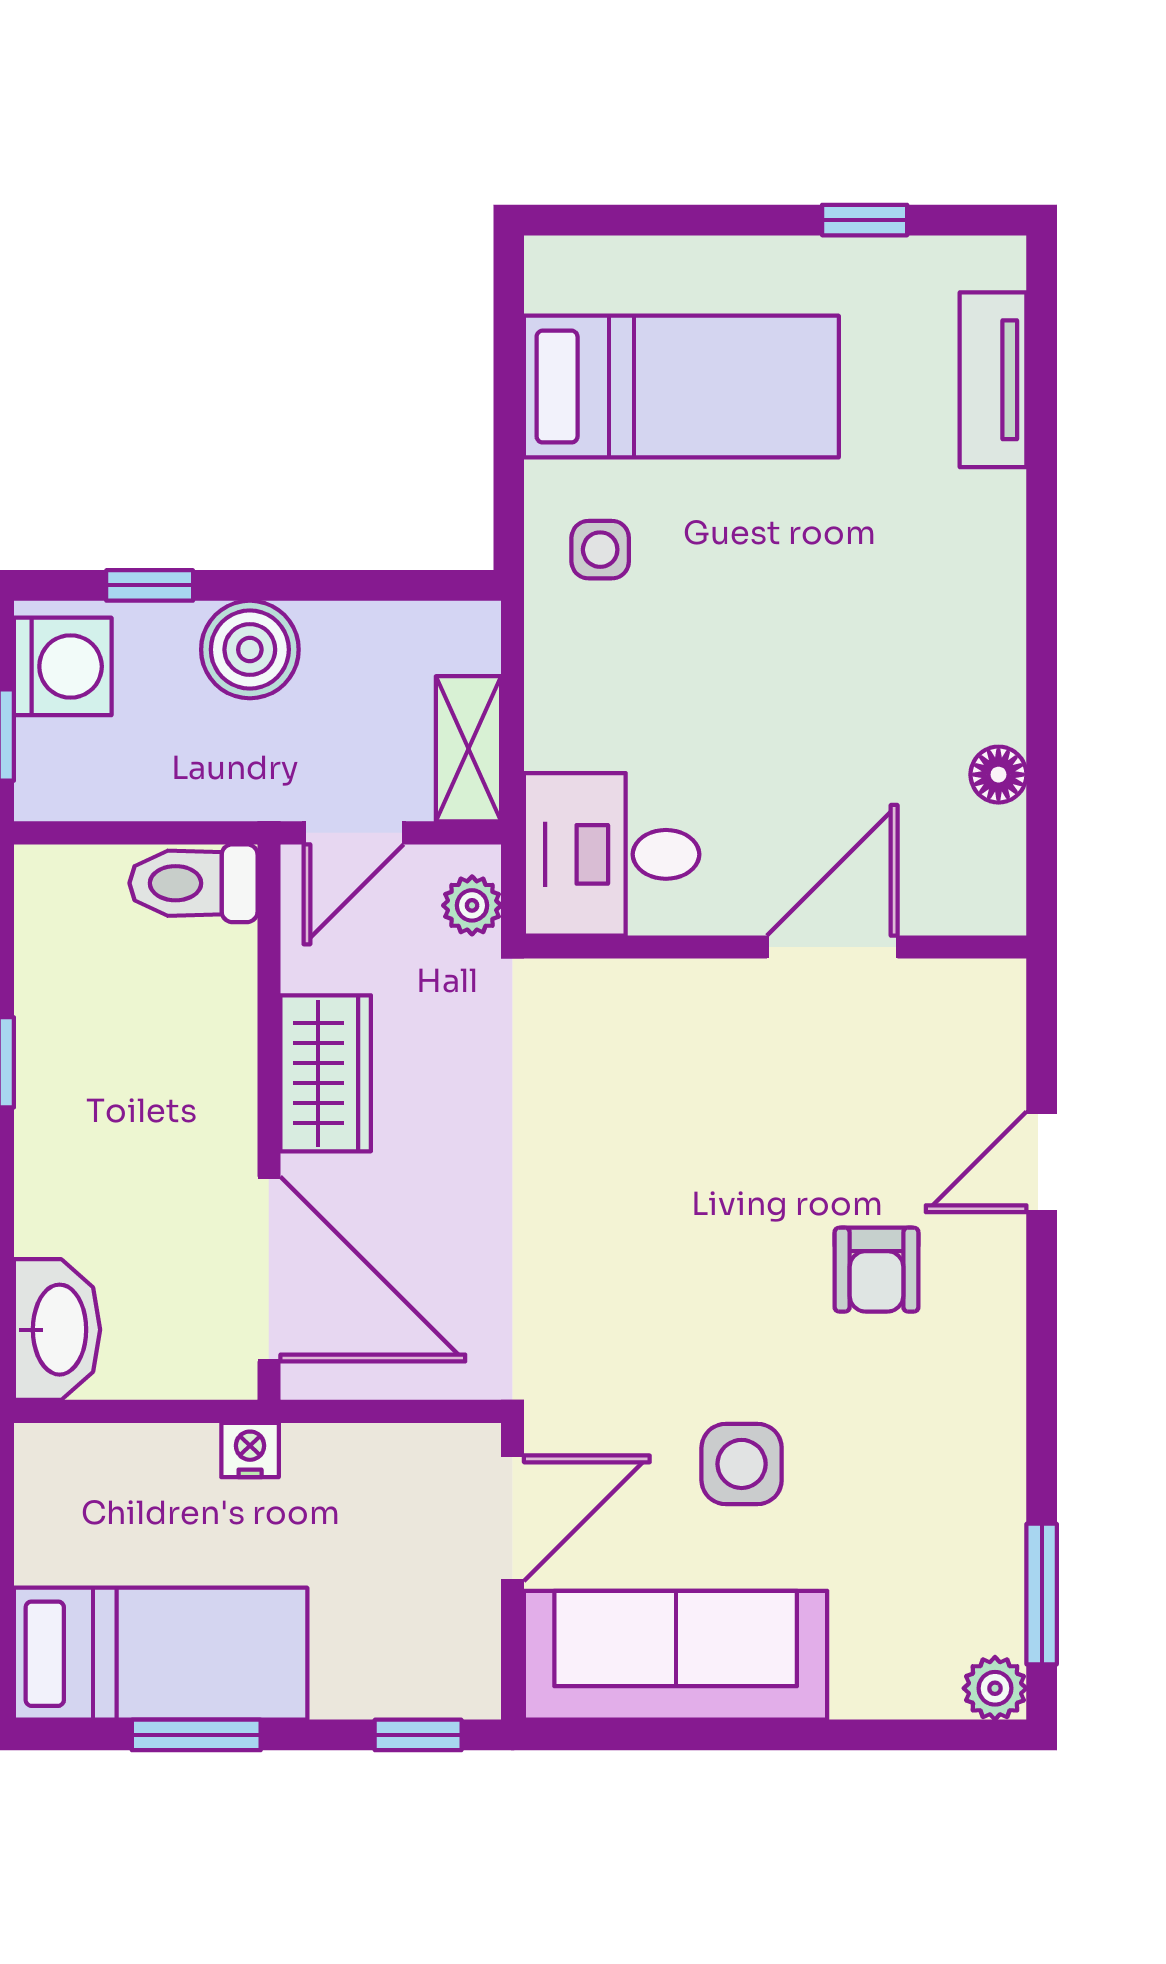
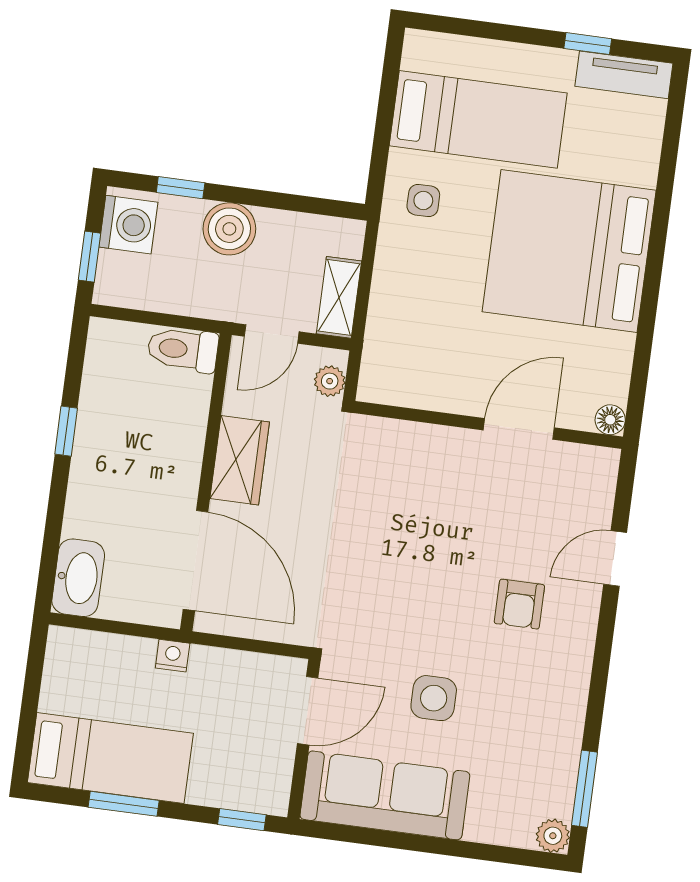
tv unit: (993, 380) -> (624, 75), moved, turned -90
bed: (881, 607) -> (569, 251), added
floor lamp: (998, 775) -> (610, 420), moved
desk: (612, 854) -> (408, 364), removed

